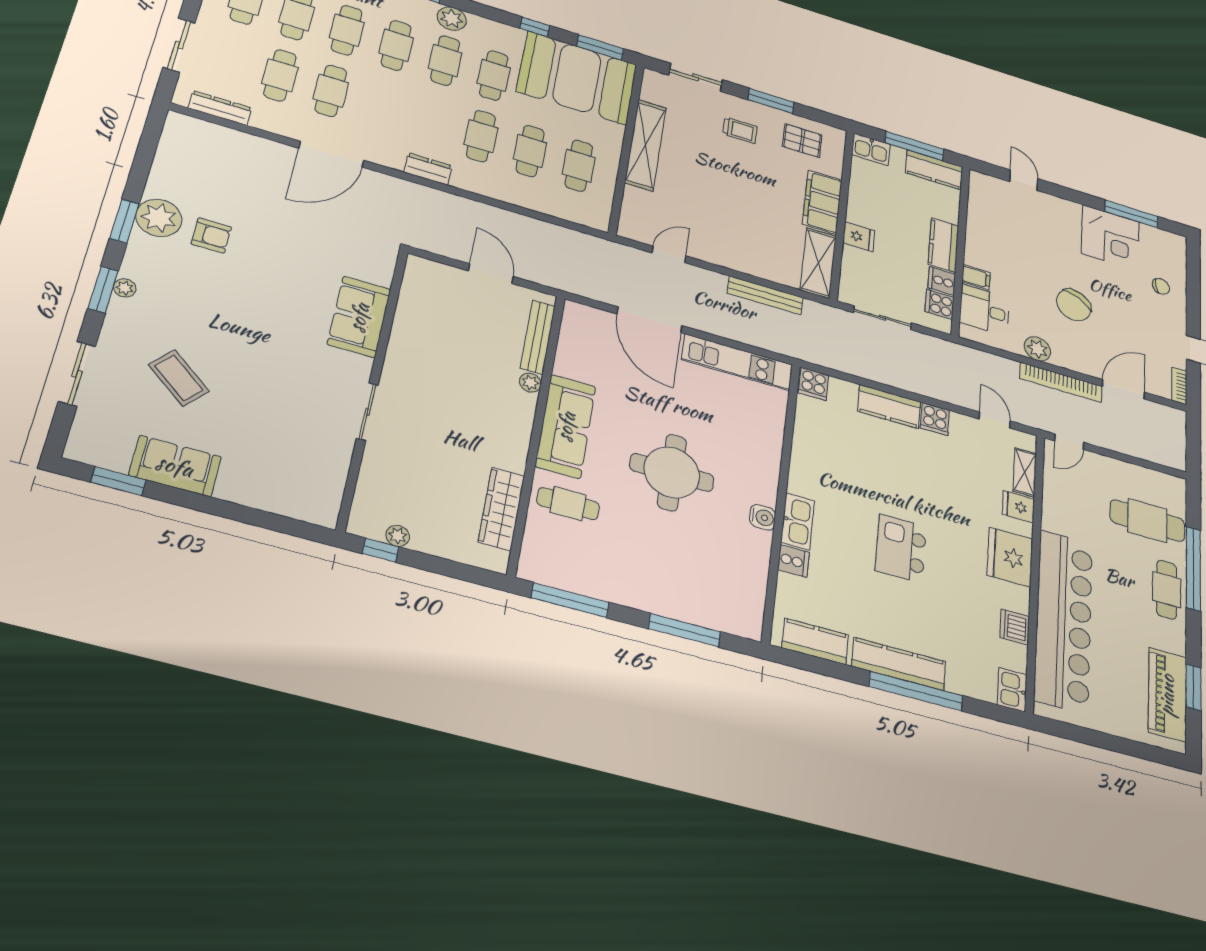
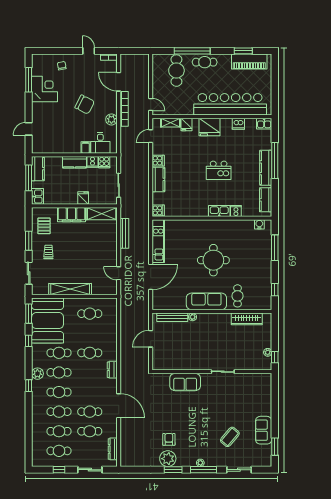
cafe table: (530, 151) -> (90, 333), removed
window: (103, 290) -> (203, 470), width x1.44
water cooler: (763, 517) -> (259, 224), moved
window: (570, 600) -> (275, 290), width x0.46

